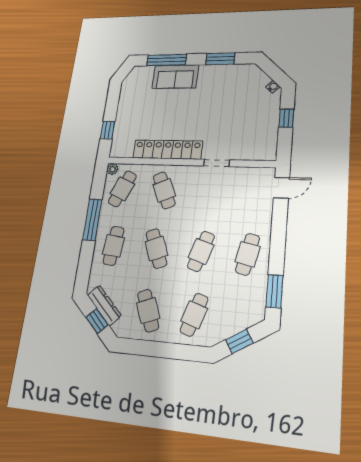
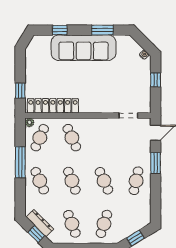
window: (167, 60) -> (60, 30), width x0.46
sofa: (175, 77) -> (84, 48), width x1.85, depth x1.27
locker: (168, 150) -> (53, 106), moved
doorway: (217, 163) -> (128, 115), moved
cafe table: (113, 246) -> (40, 181), turned -30
cafe table: (201, 251) -> (104, 181), turned -42
window: (274, 291) -> (156, 163), moved

